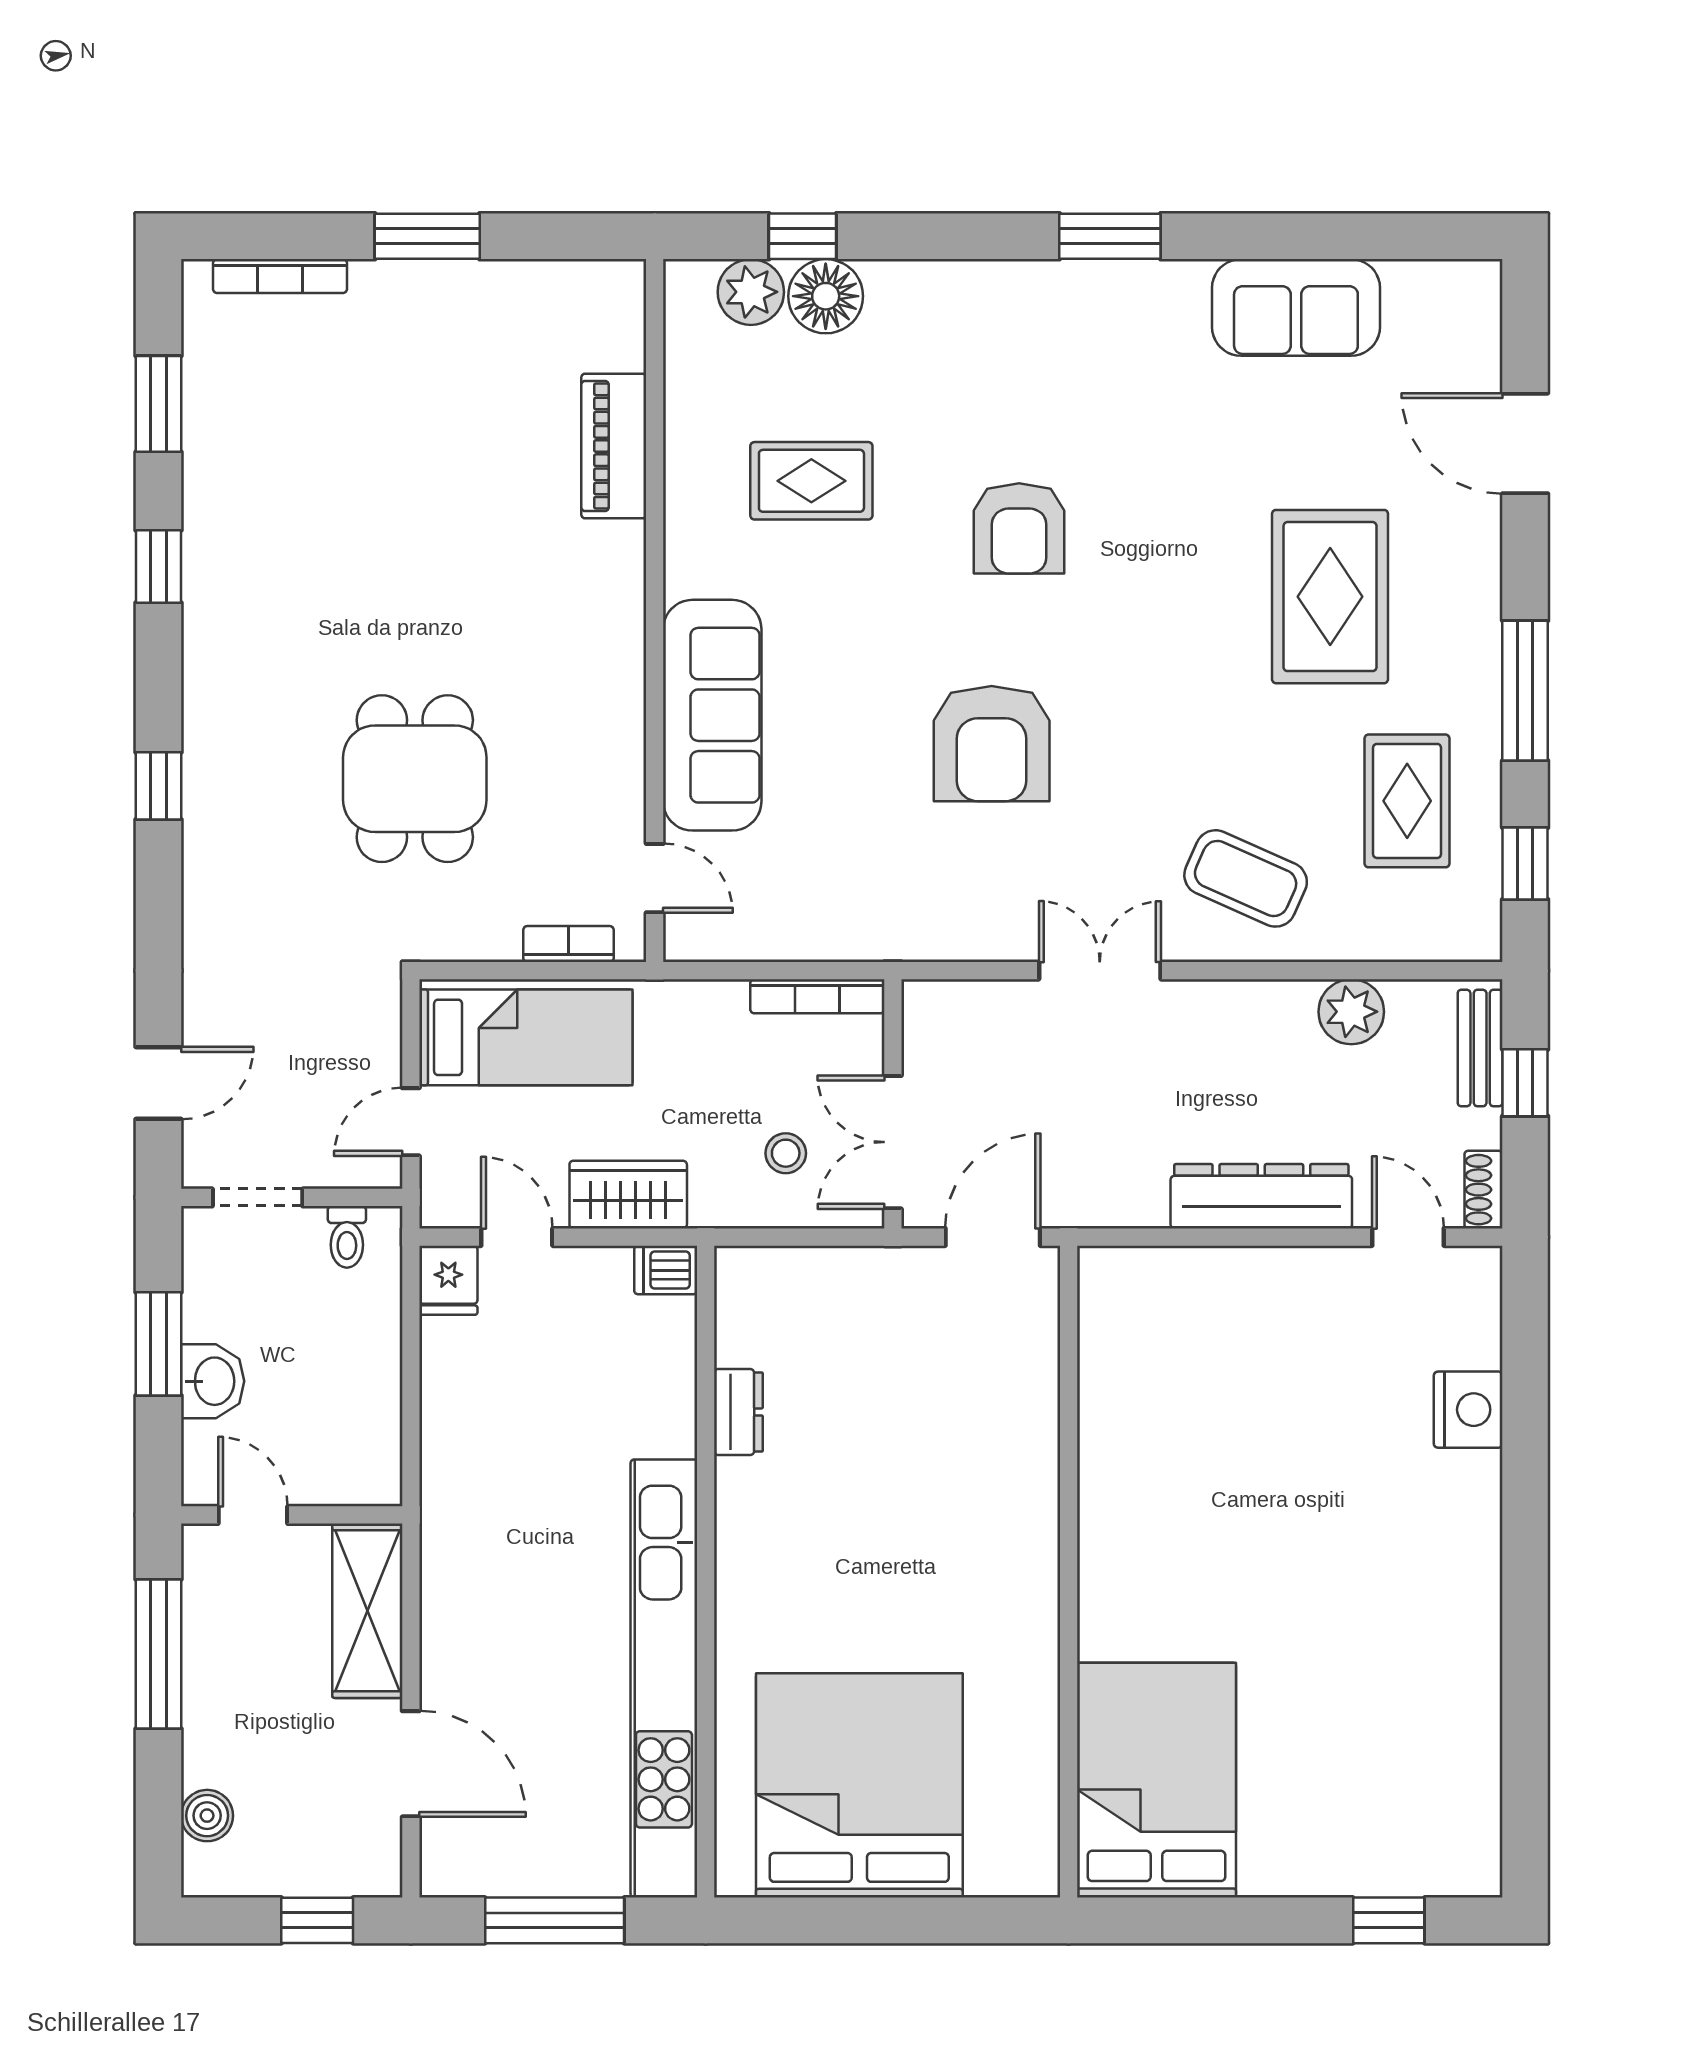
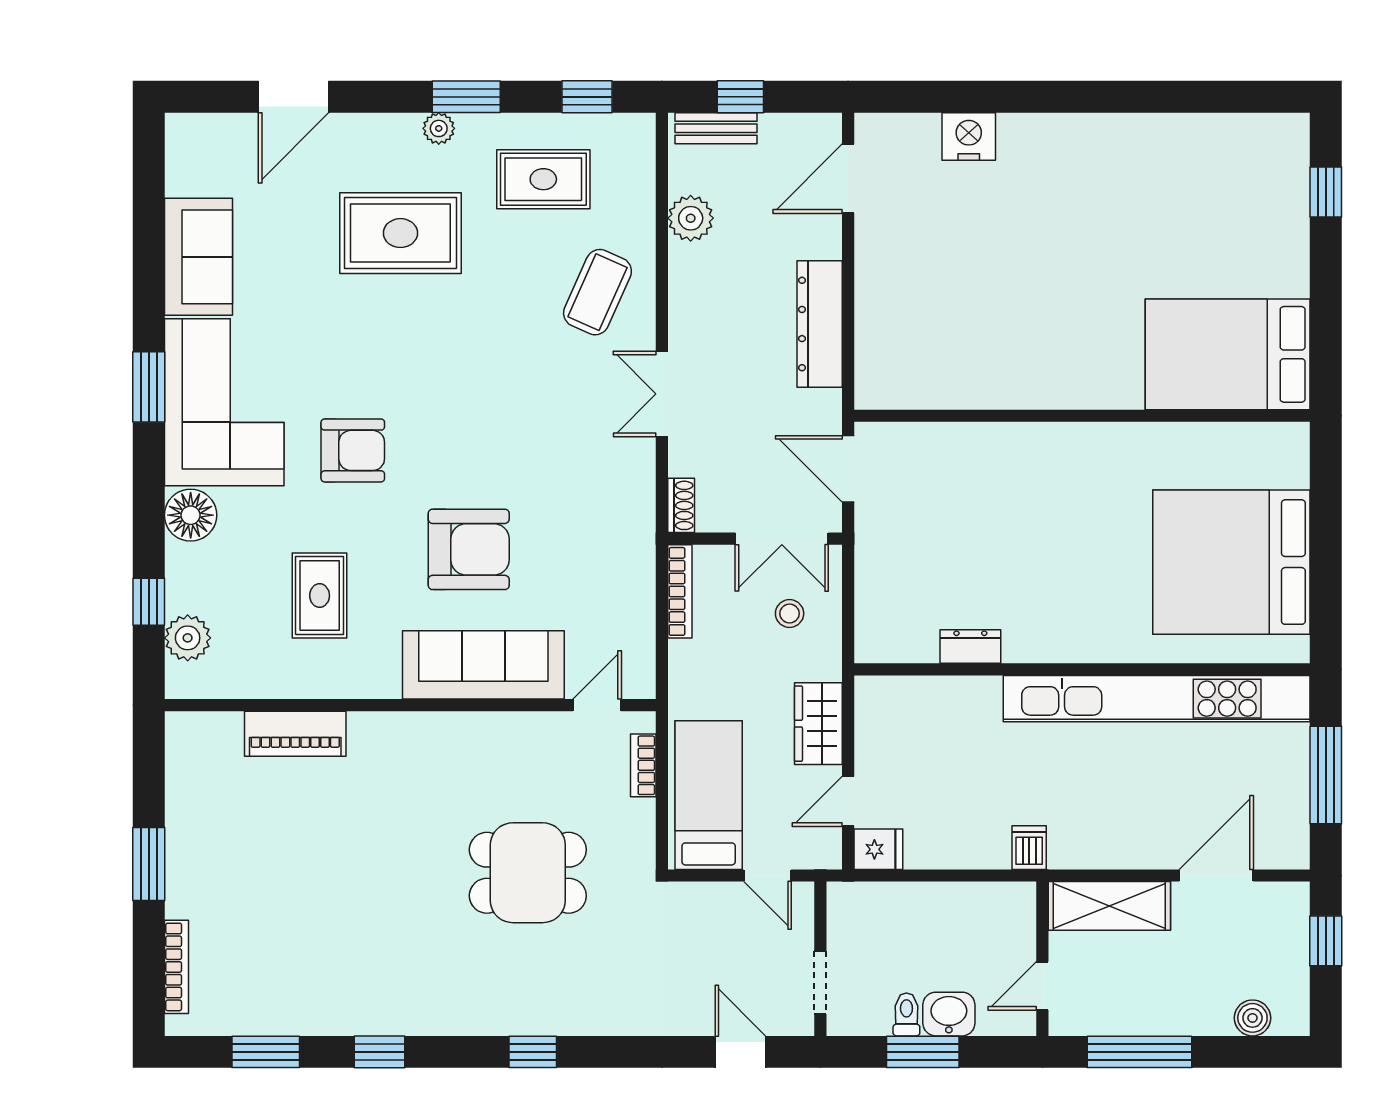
floor lamp: (826, 296) -> (191, 515), moved
corner sofa: (1088, 344) -> (224, 402), added
plant: (1480, 651) -> (439, 128), added
window: (1525, 691) -> (466, 97), width x0.69
armchair: (992, 744) -> (469, 549), moved
shoe rack: (1483, 1190) -> (681, 505), moved, turned -90
dresser: (1261, 1196) -> (820, 324), moved
toilet: (347, 1237) -> (906, 1014), moved, turned -90
door: (1408, 1237) -> (848, 179), width x1.38
dishwasher: (666, 1270) -> (1029, 848), moved, turned 180

